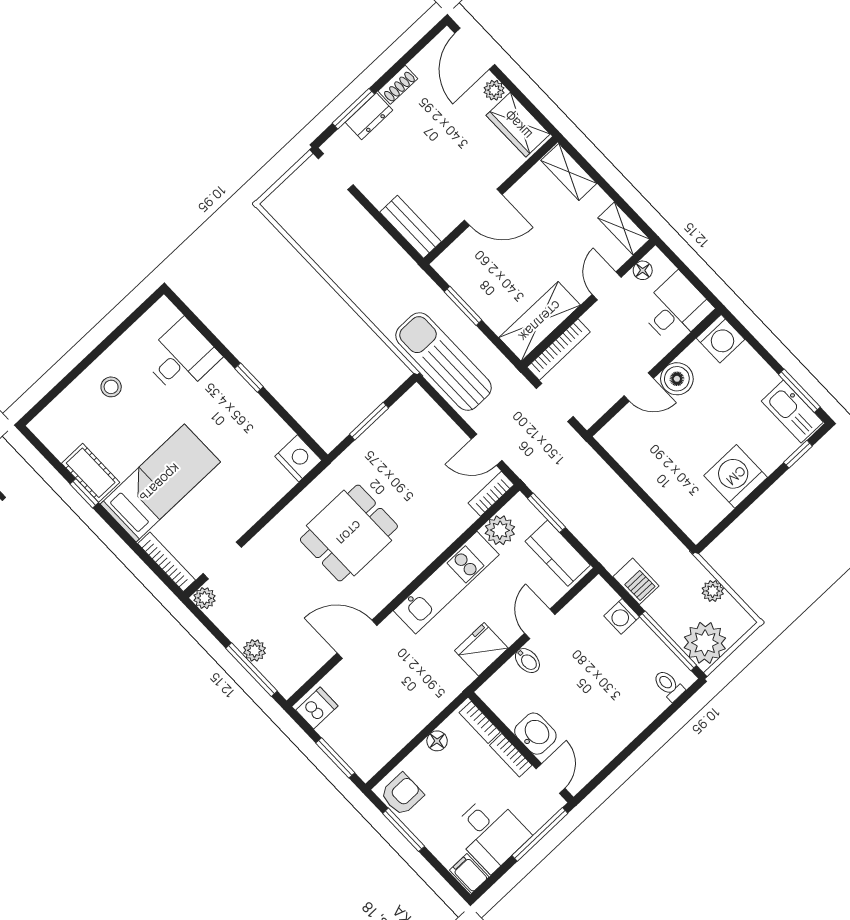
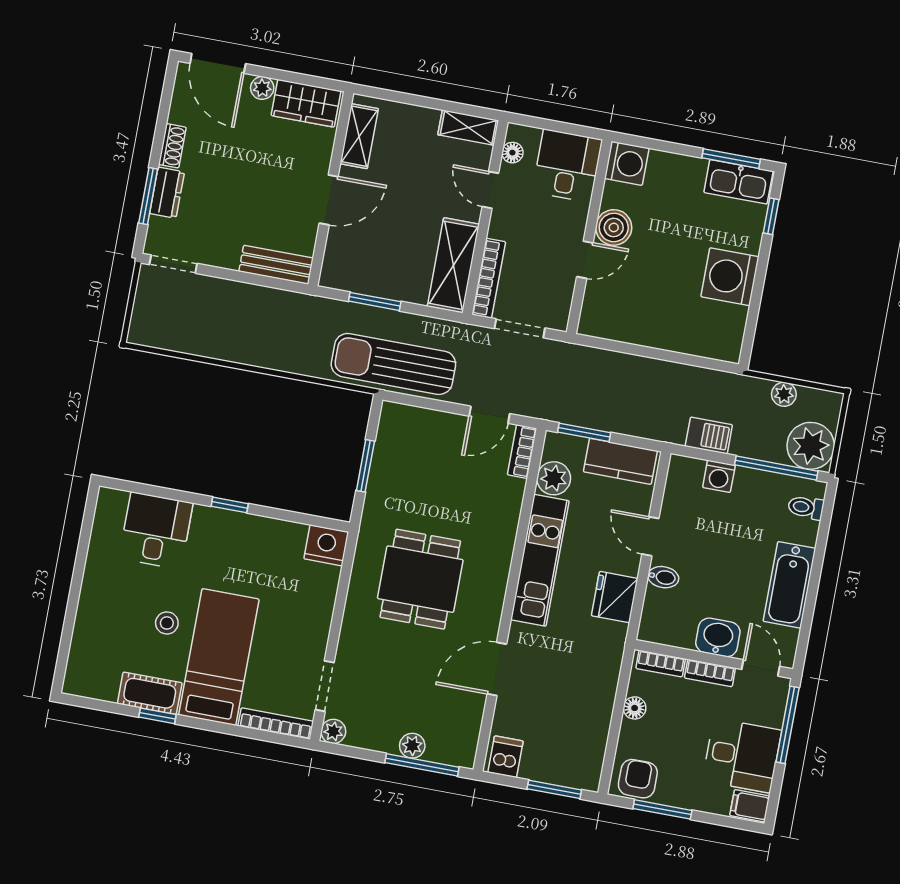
shelving: (569, 172) -> (359, 136), moved, turned 90
stool: (111, 387) -> (167, 623), moved
bathtub: (615, 733) -> (789, 585), added

